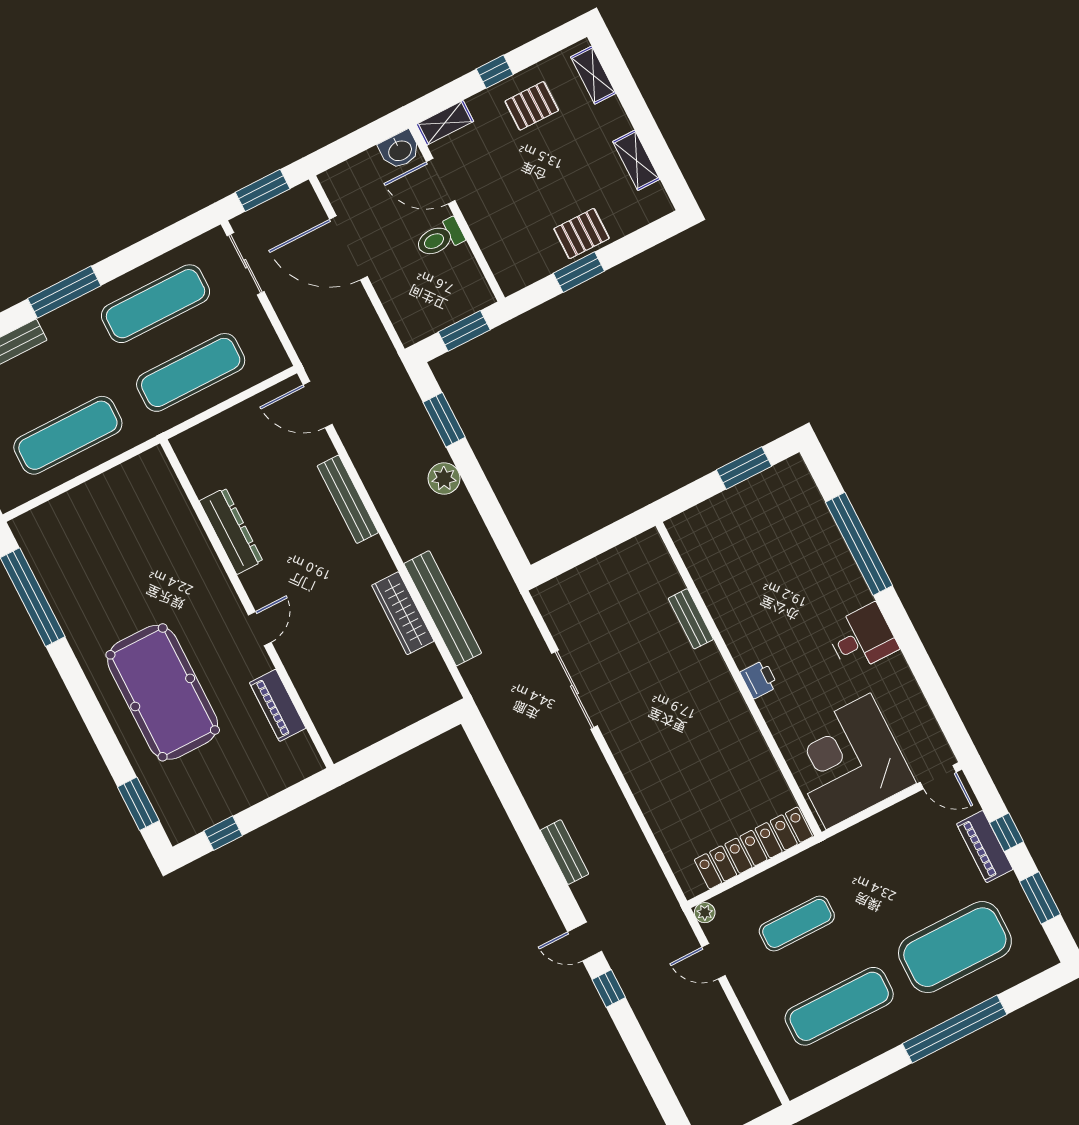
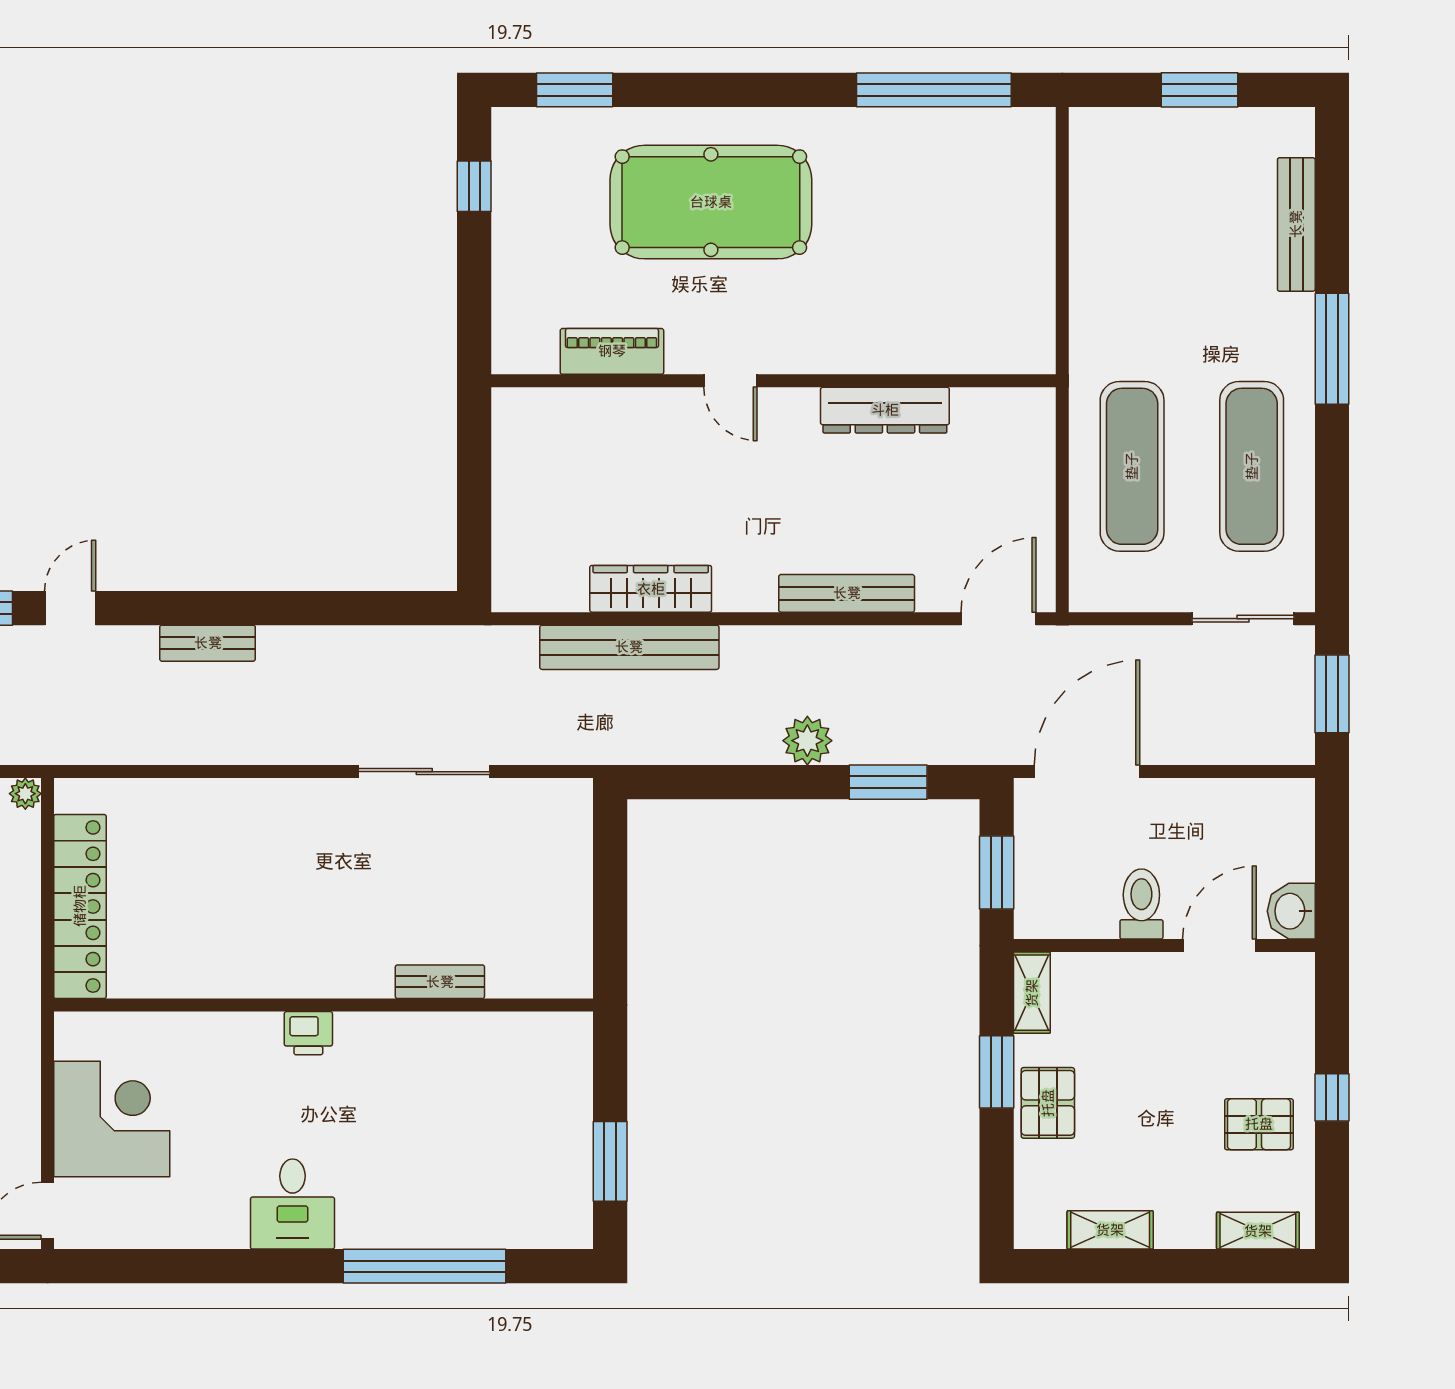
pallet: (532, 106) -> (1259, 1124), turned 90
shelving: (445, 123) -> (1032, 993), moved
door: (348, 248) -> (1087, 772), moved
exercise mat: (68, 435) -> (1132, 253), removed
corner desk: (848, 761) -> (112, 1119), width x0.74, depth x0.74

